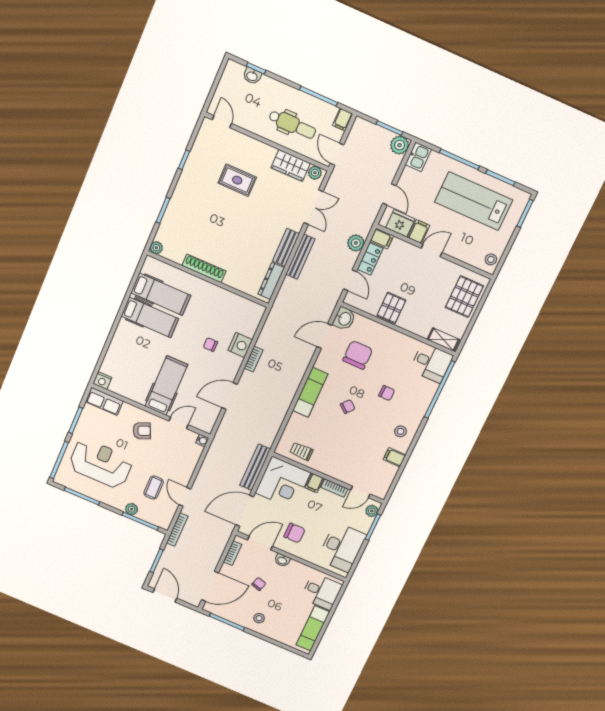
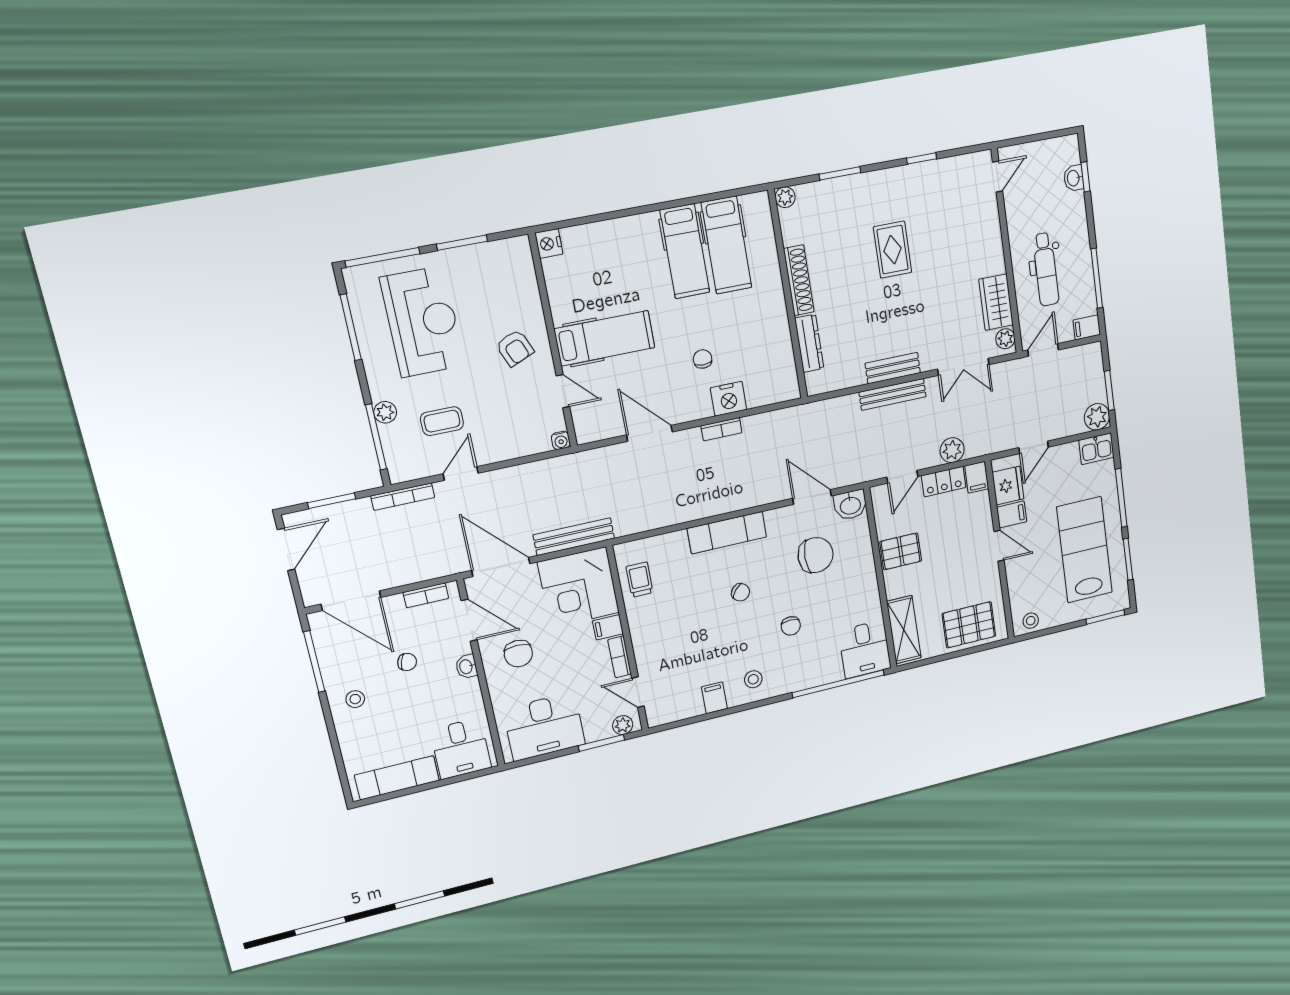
rug: (237, 180) -> (893, 250), moved
dresser: (271, 281) -> (809, 343), moved, turned 90
shelving: (443, 340) -> (904, 630), width x1.50, depth x1.33
row of seats: (104, 401) -> (520, 266), removed

